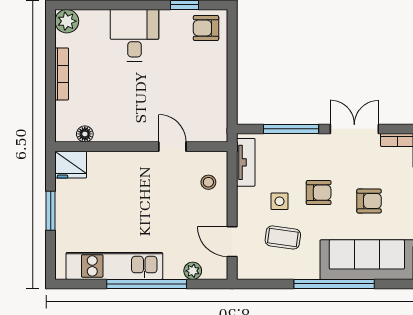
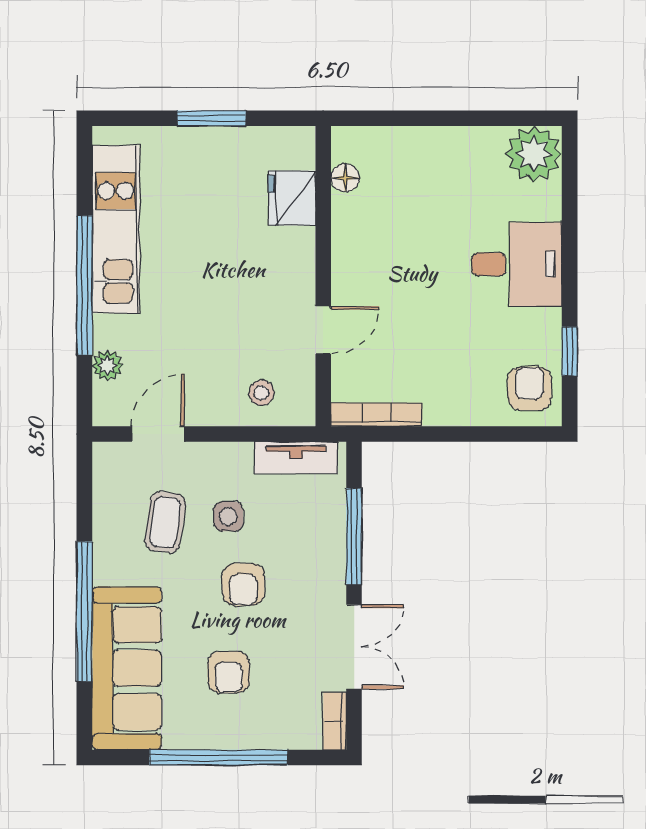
plant: (67, 21) -> (534, 154), width x1.36, depth x1.36
bookcase: (62, 74) -> (377, 415), moved, turned 180
fridge: (71, 165) -> (292, 198), moved

